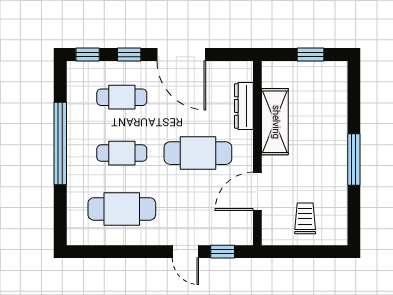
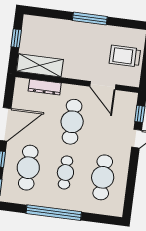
cafe table: (122, 97) -> (28, 168), width x1.37, depth x1.35
shelving: (275, 122) -> (40, 65), moved
trolley: (305, 218) -> (125, 56), width x1.36, depth x1.39

